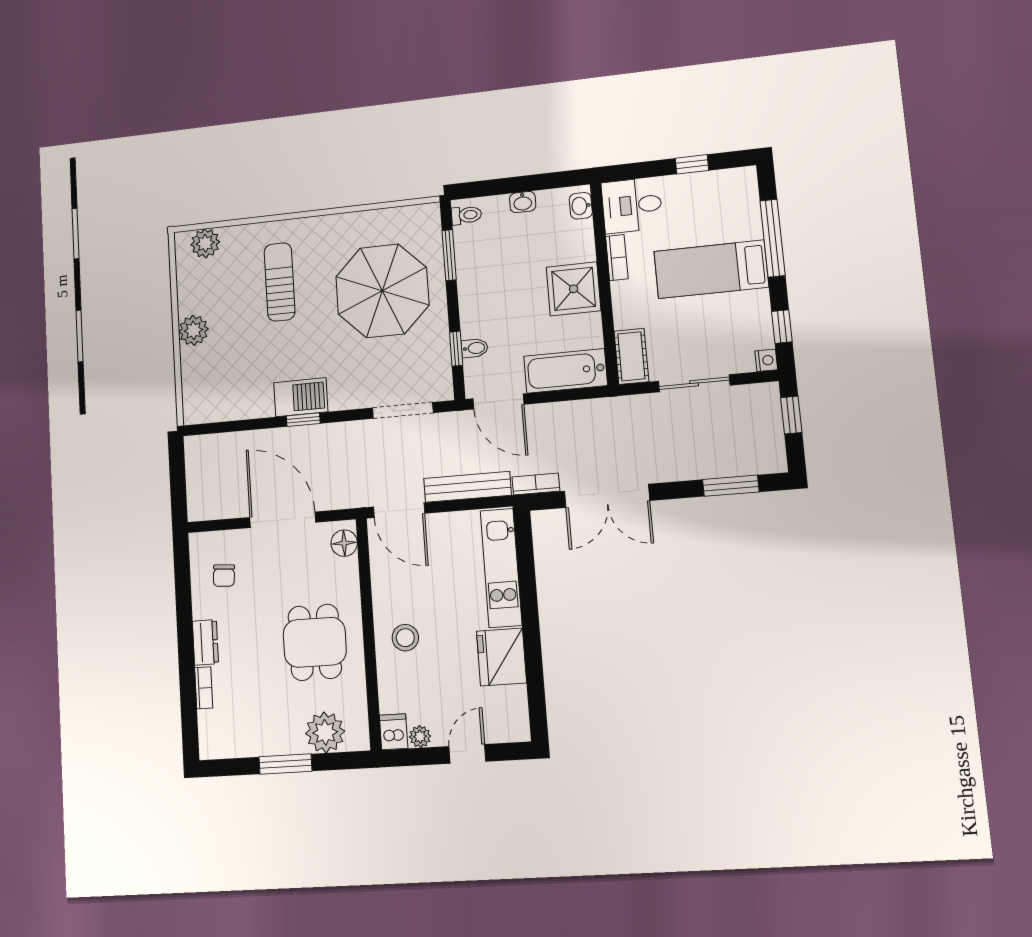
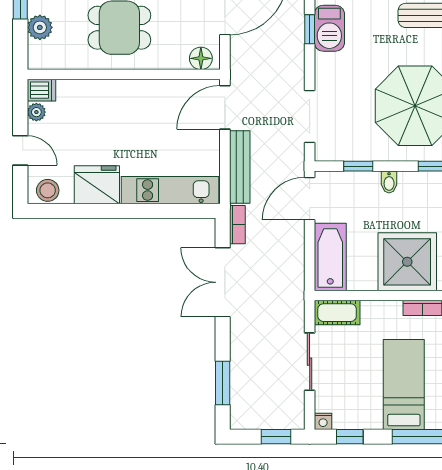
shower: (574, 289) -> (407, 262), width x1.37, depth x1.37
bidet: (475, 348) -> (389, 182), moved
stool: (405, 638) -> (48, 190), moved
plant: (325, 732) -> (40, 27), width x0.73, depth x0.73

